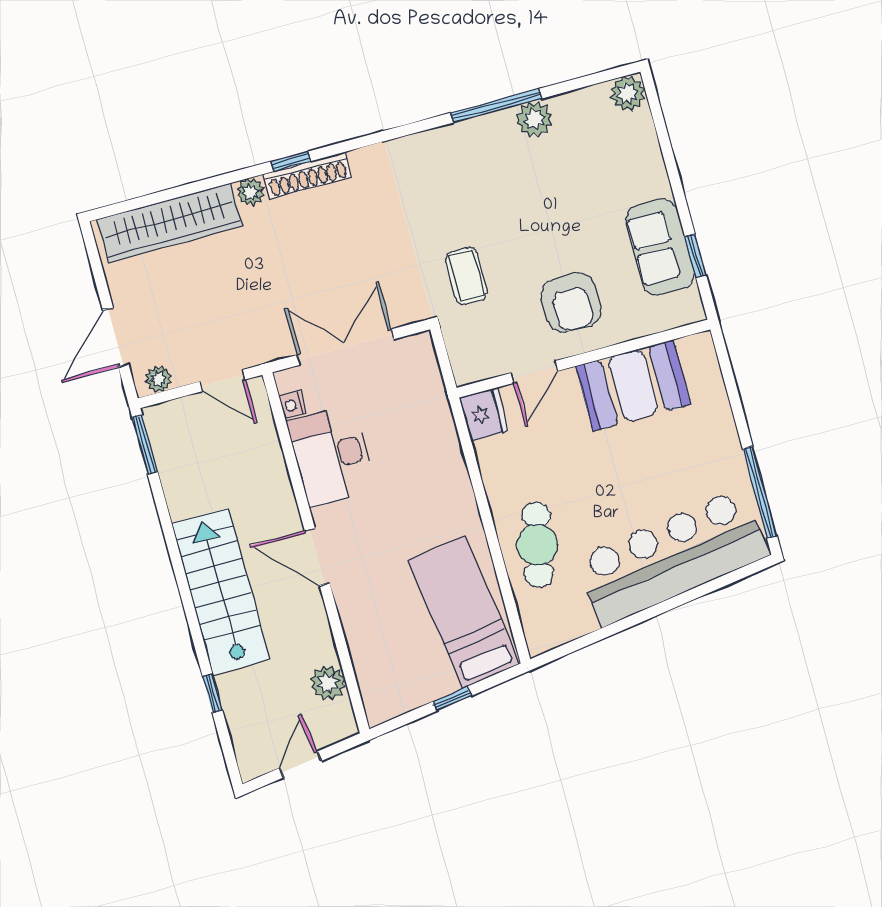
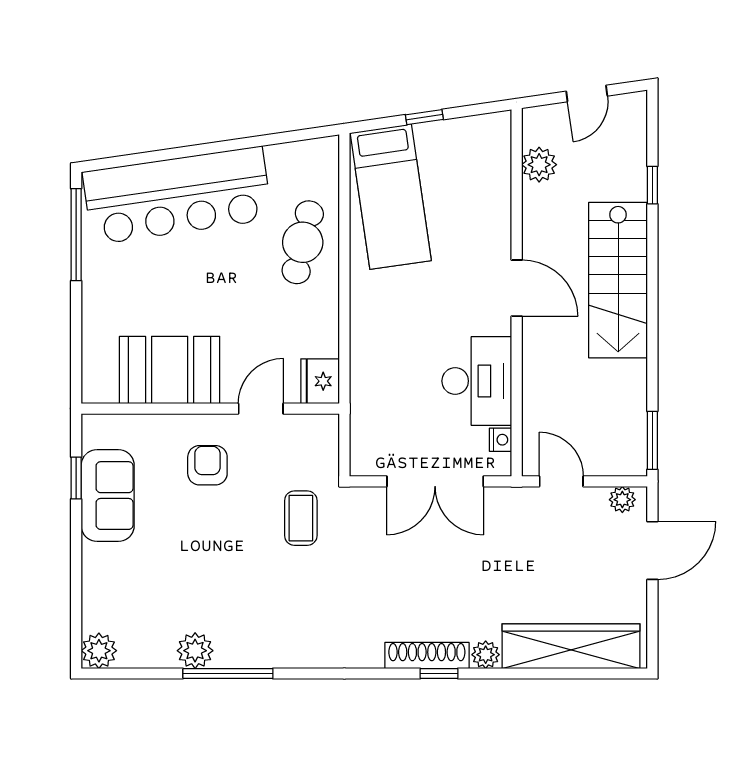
armchair: (571, 303) -> (207, 465), width x0.72, depth x0.72

